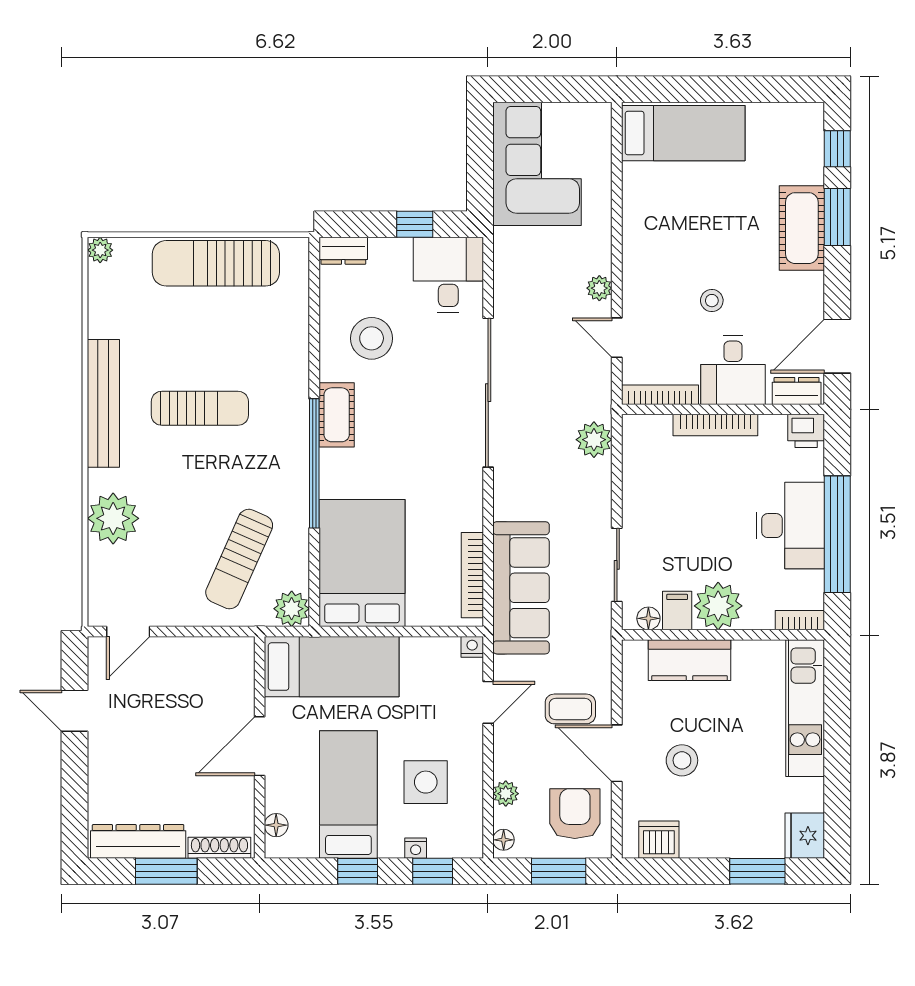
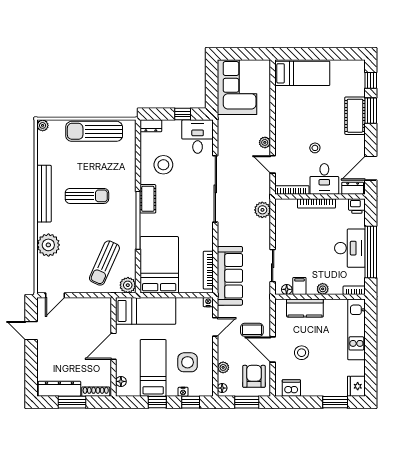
plant: (718, 606) -> (323, 289), width x0.53, depth x0.53

